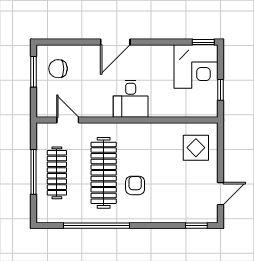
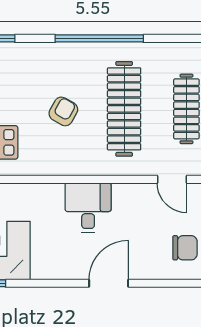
armchair: (135, 185) -> (63, 111), moved, turned -151
window: (97, 226) -> (99, 38), moved

